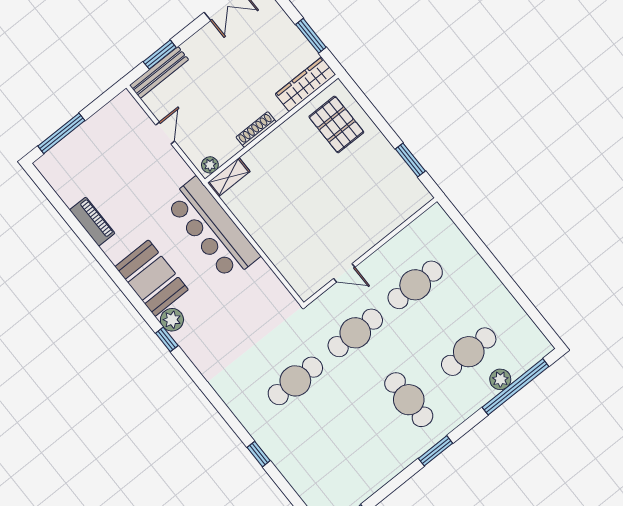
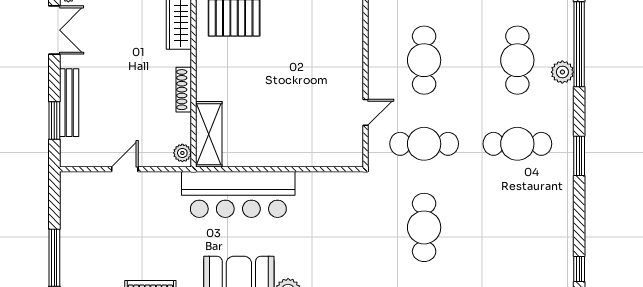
bench: (159, 72) -> (69, 103), moved
door: (165, 133) -> (125, 169), hinge flipped
shelving: (229, 177) -> (209, 134), width x1.50, depth x1.33
cafe table: (355, 333) -> (424, 144), turned 90
plant: (500, 379) -> (562, 72), moved

